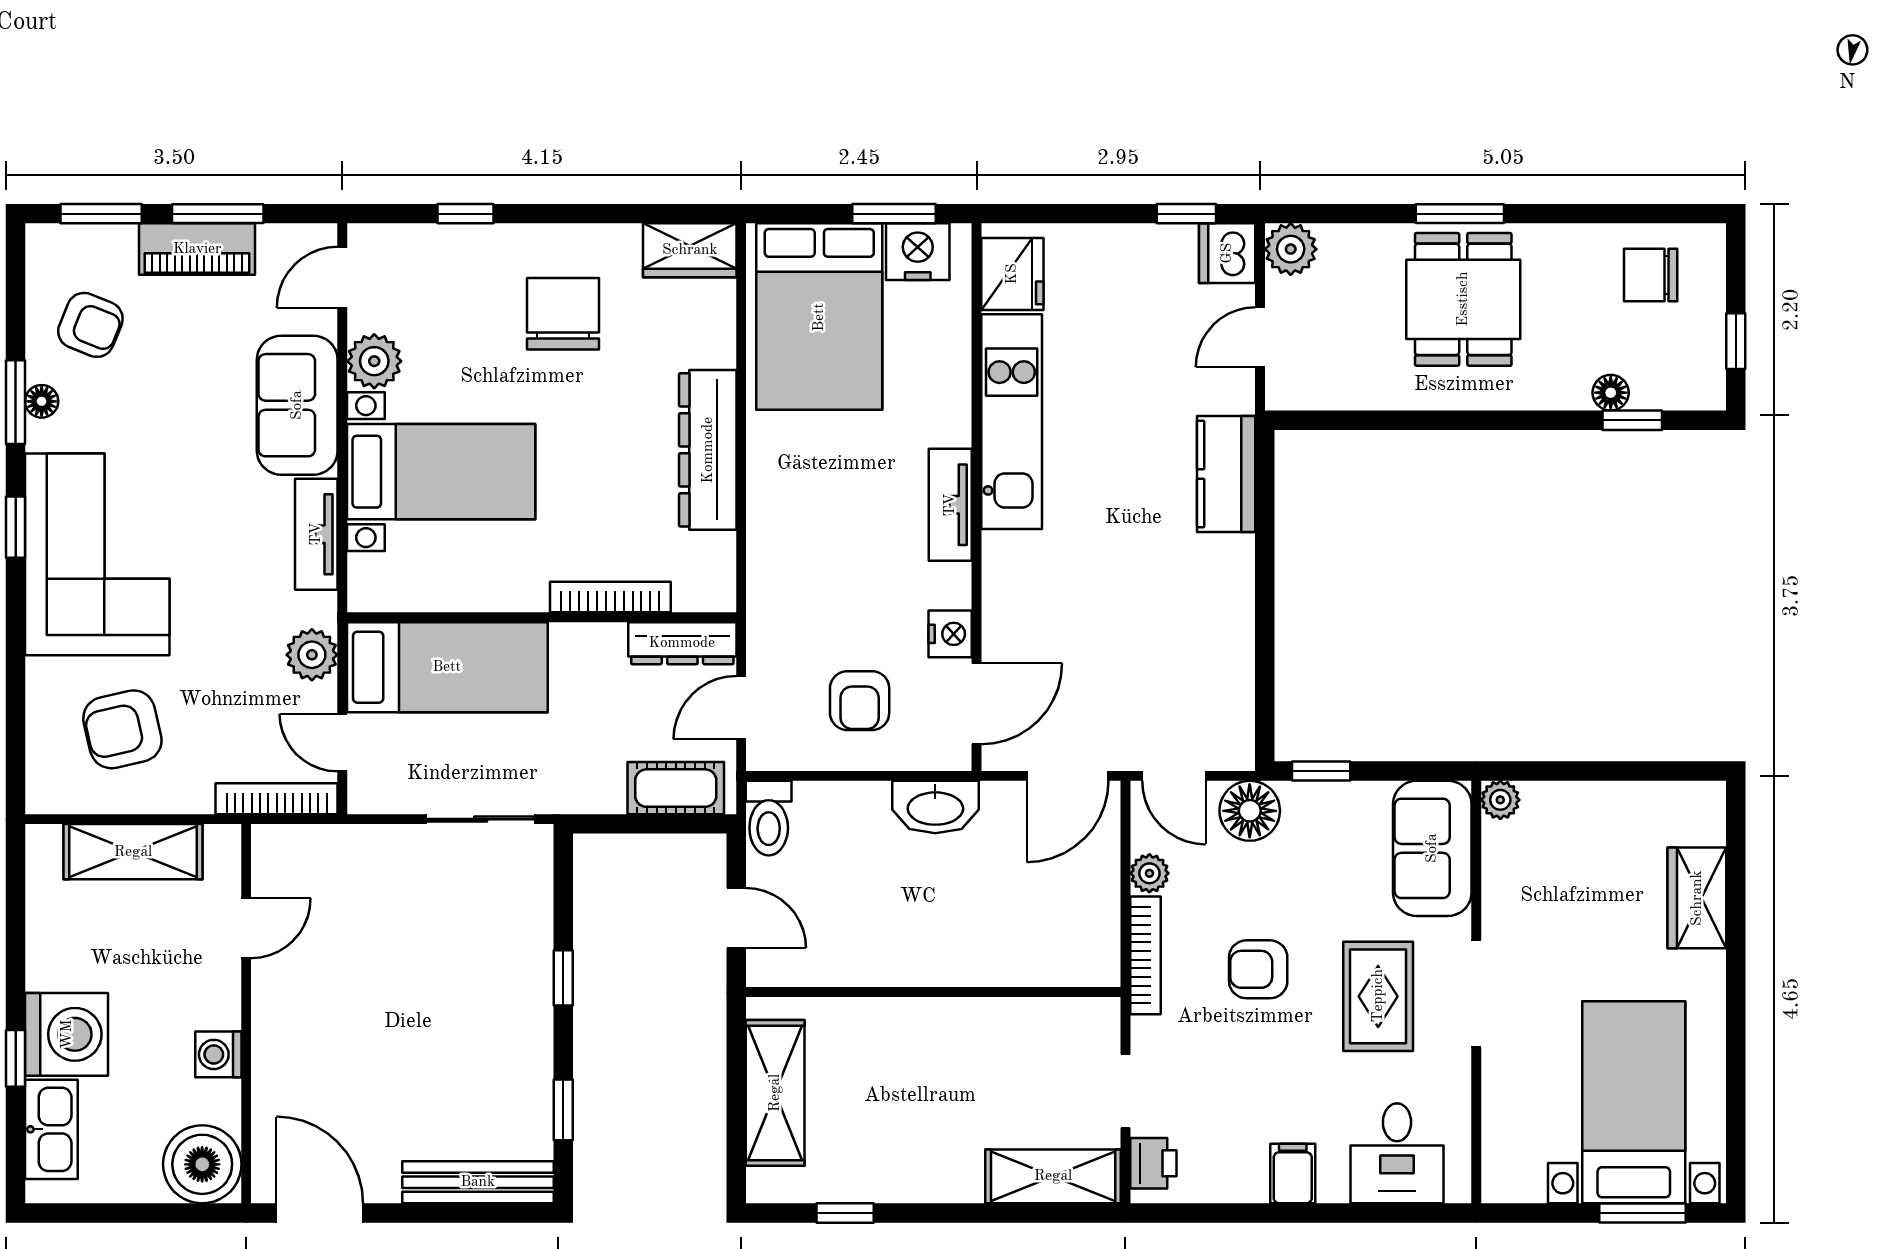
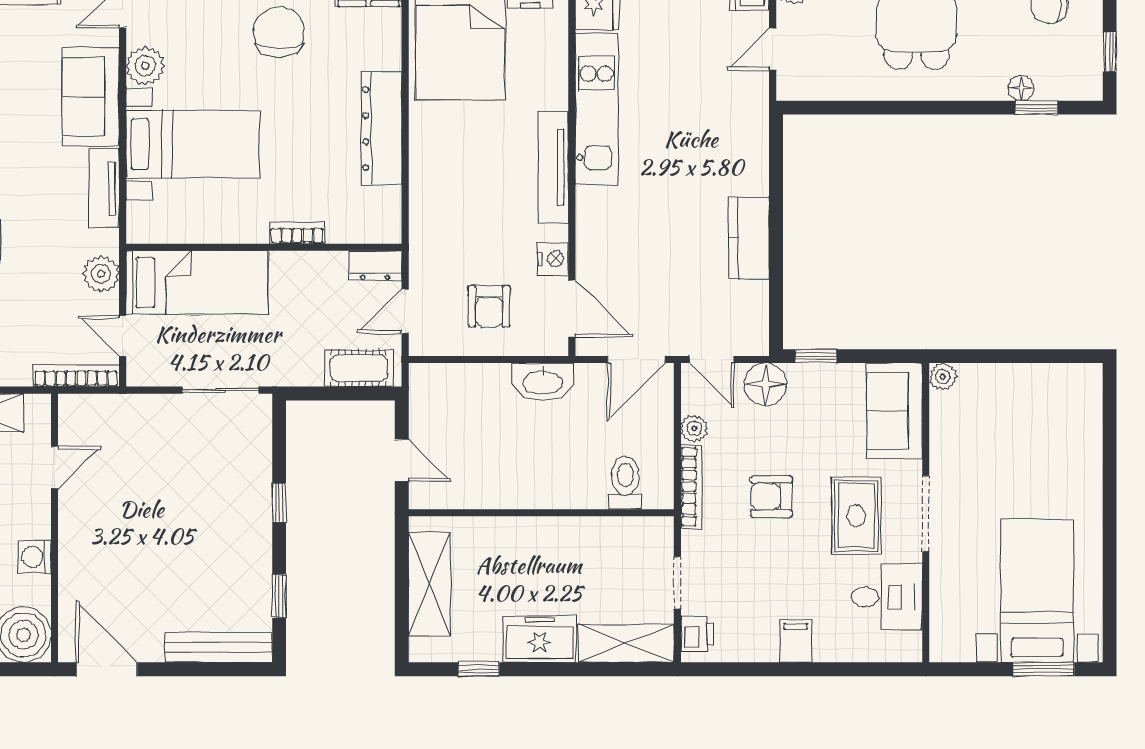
kitchen counter: (1226, 474) -> (749, 238), moved
tv unit: (950, 505) -> (553, 168), width x1.41
bookcase: (610, 597) -> (297, 233), width x0.64
dresser: (682, 643) -> (375, 266), width x0.70
door: (977, 704) -> (572, 308), hinge flipped
toilet: (769, 818) -> (625, 483), moved, turned 180
wardrobe: (1697, 898) -> (1082, 446), removed
desk: (1397, 1153) -> (887, 597), moved, turned -90
freezer: (931, 1170) -> (539, 639), added

